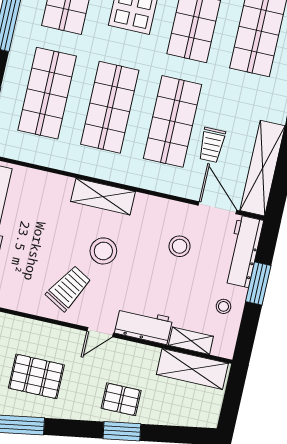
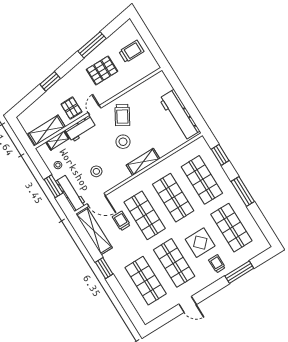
pallet: (121, 399) -> (71, 108), moved, turned 90

